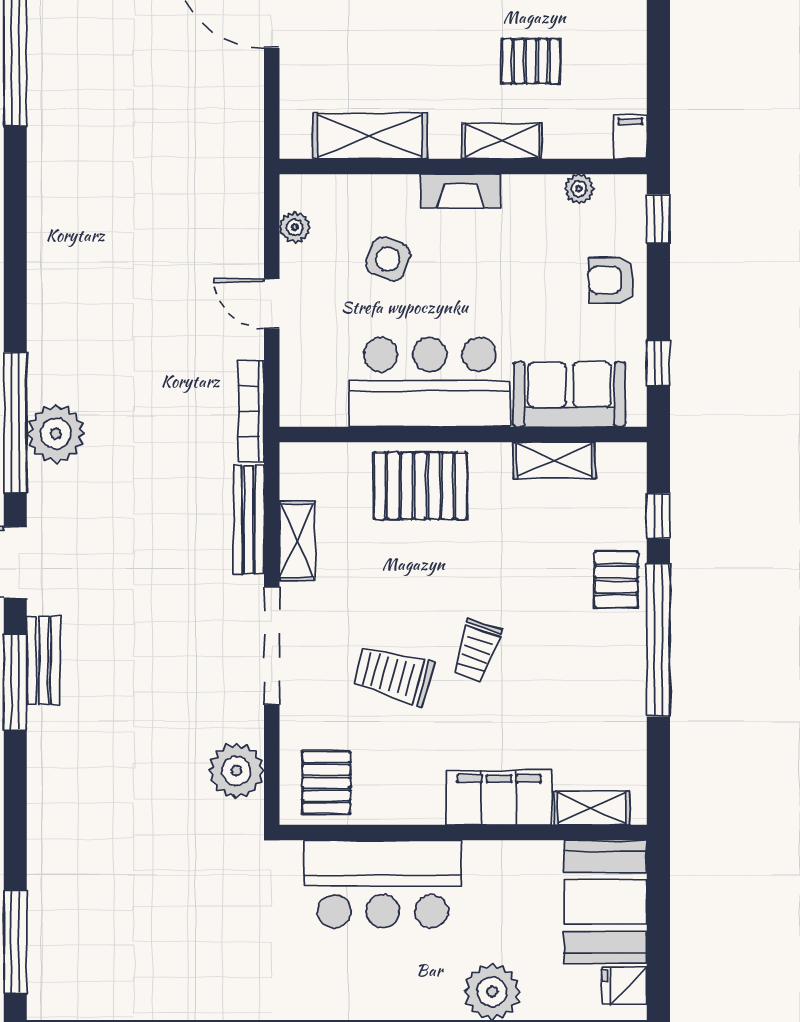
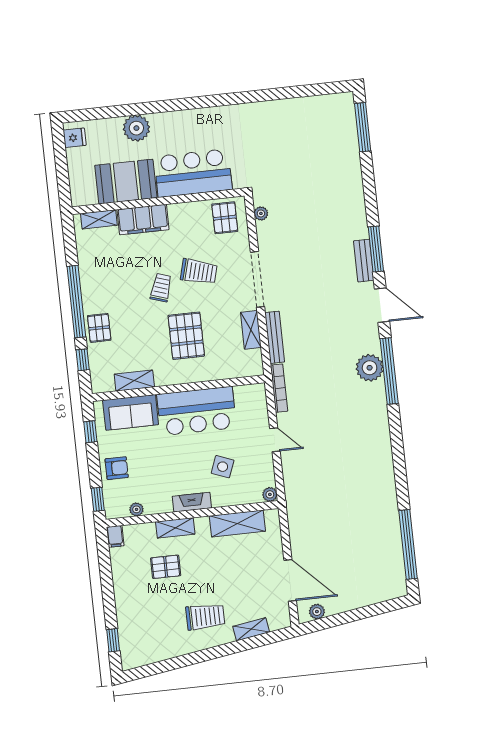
plant: (295, 227) -> (270, 494), moved
pallet: (420, 486) -> (186, 336), moved, turned 90
plant: (236, 771) -> (261, 213), width x0.53, depth x0.53
booth: (605, 902) -> (126, 182), moved, turned 90

